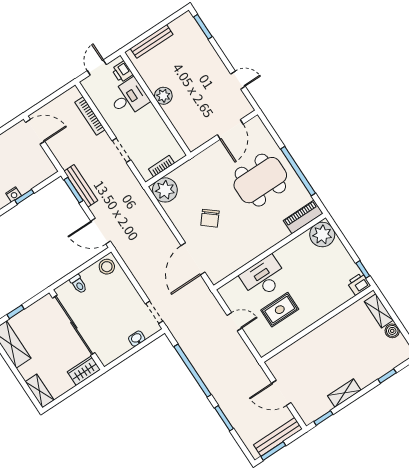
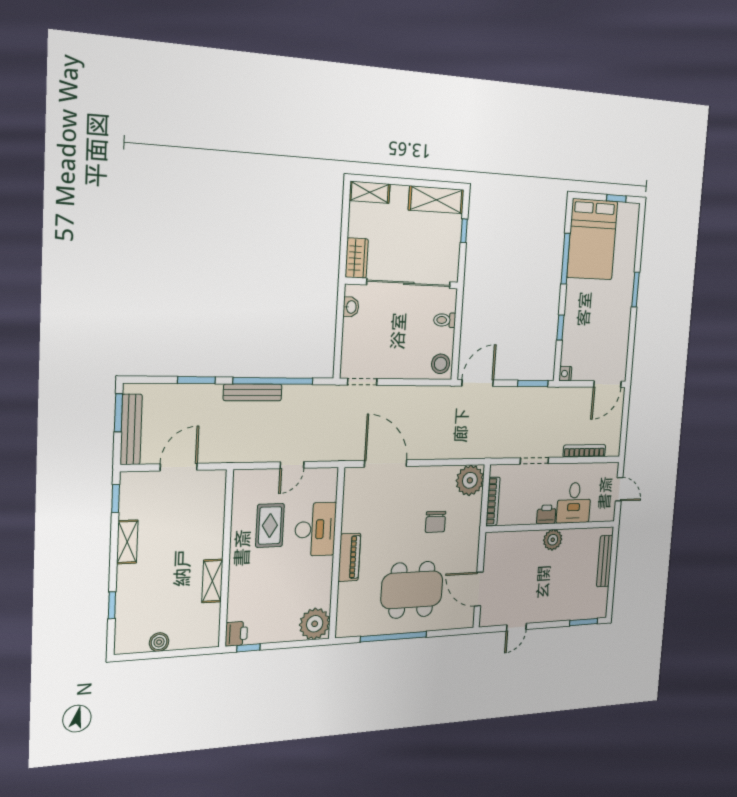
printer: (122, 72) -> (546, 515), moved
bookcase: (162, 166) -> (493, 501), width x1.56
dining table: (260, 180) -> (412, 590), turned 90
bench: (81, 186) -> (253, 392), moved
nightstand: (14, 194) -> (565, 374), moved
piano: (303, 217) -> (349, 557), moved
chair: (210, 218) -> (435, 522), moved, turned -130
shelving: (379, 311) -> (212, 581), moved, turned 90
washbasin: (137, 339) -> (351, 307), moved

